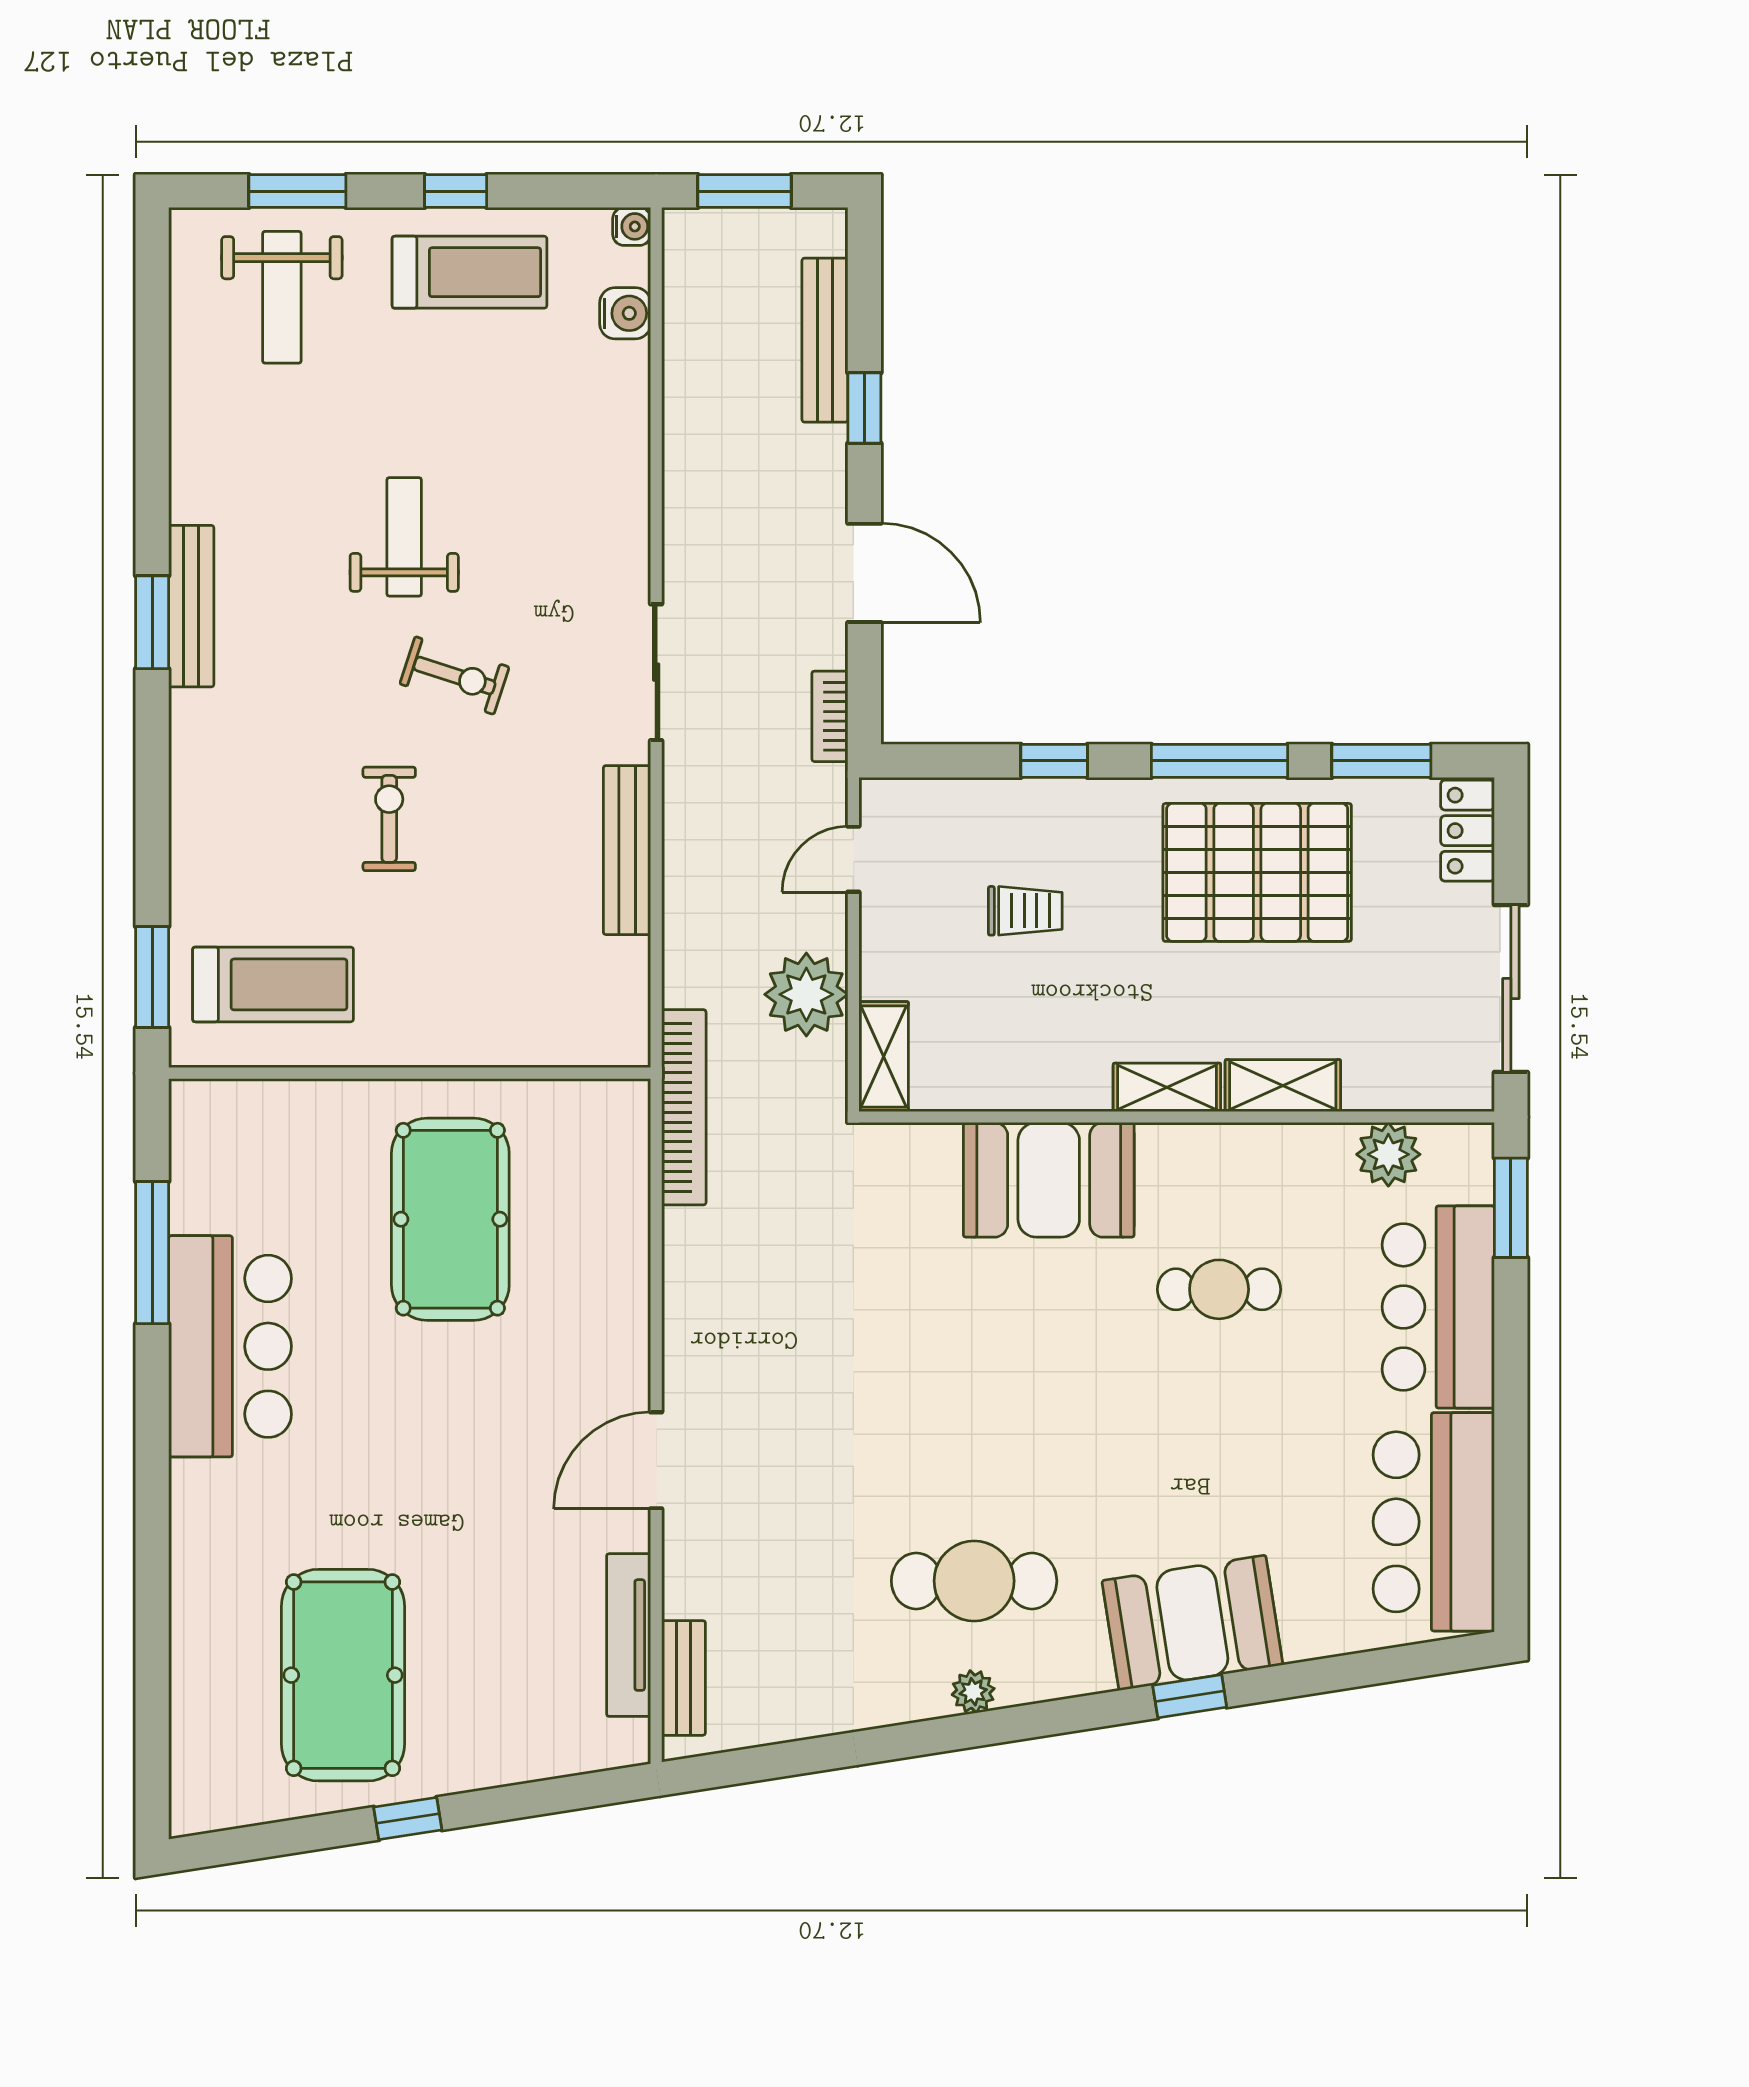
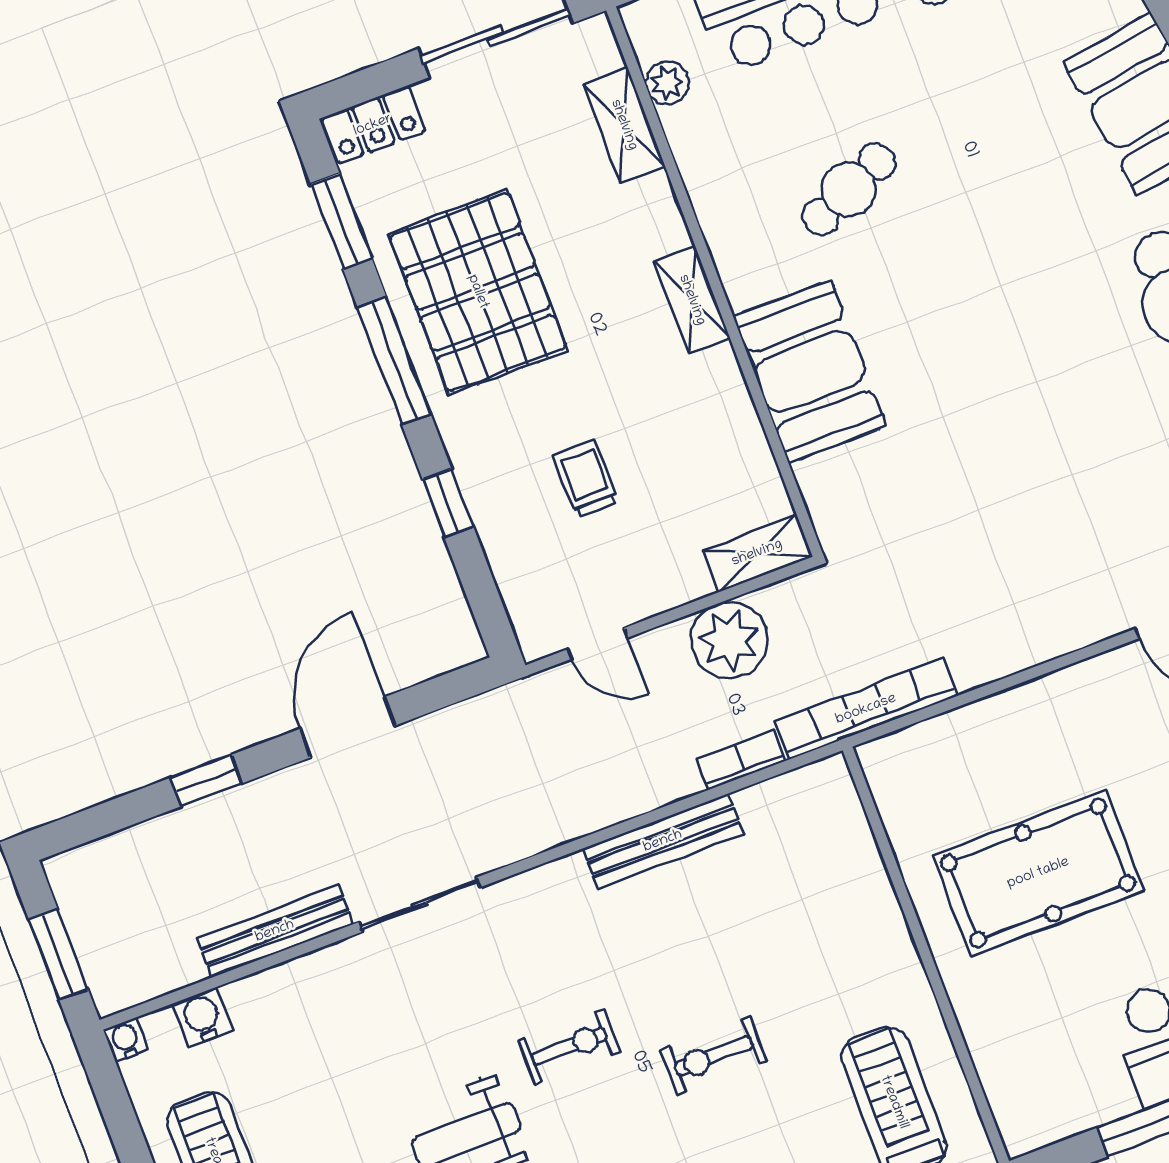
bench: (825, 340) -> (275, 931), moved
sliding door: (656, 672) -> (419, 905), moved
exercise bike: (454, 675) -> (569, 1046), turned 72
bookcase: (830, 716) -> (741, 760), moved, turned 180
shelving: (1283, 1086) -> (624, 125), moved
plant: (1388, 1154) -> (667, 83), width x0.73, depth x0.73
cafe table: (1219, 1289) -> (849, 189), turned 66

